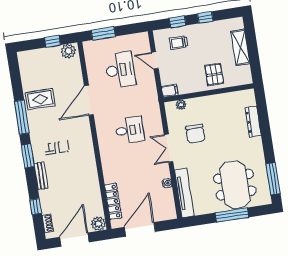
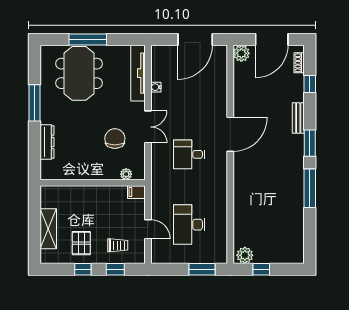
pallet: (214, 74) -> (81, 243), moved
rug: (40, 99) -> (286, 206), removed
door: (89, 100) -> (230, 134), moved
window: (273, 179) -> (35, 103), moved
locker: (113, 201) -> (221, 76), removed

